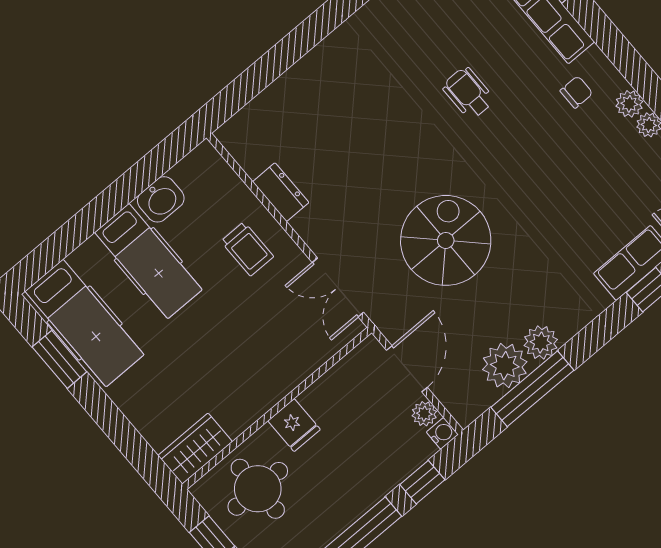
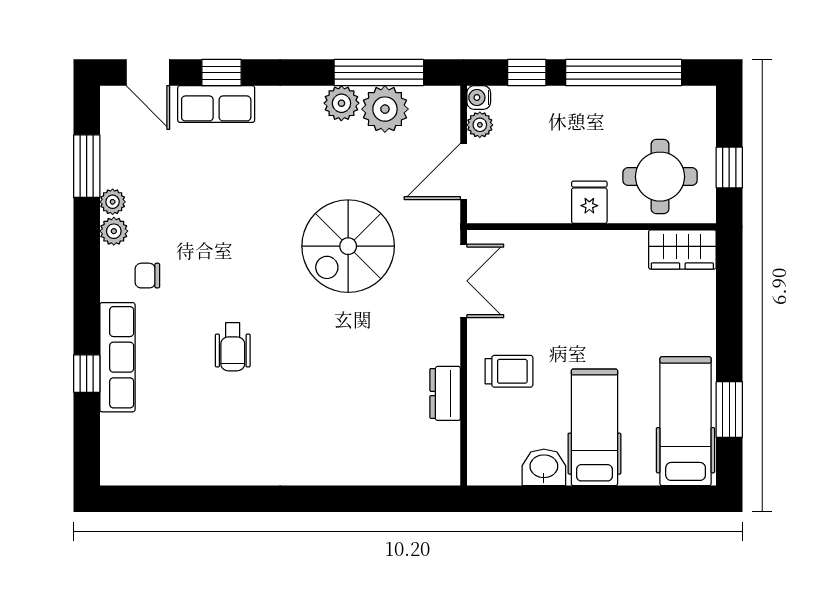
trolley: (247, 249) -> (509, 371), turned 90

